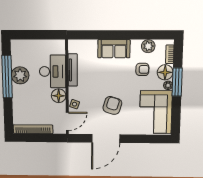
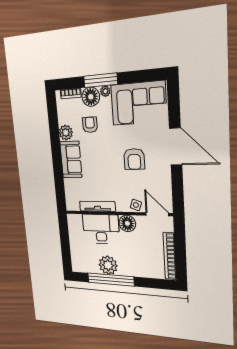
plant: (148, 46) -> (66, 133), moved
armchair: (112, 105) -> (134, 159), turned -107
door: (106, 138) -> (176, 147), moved

